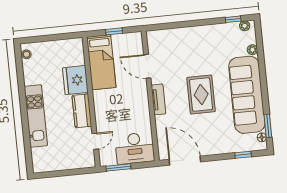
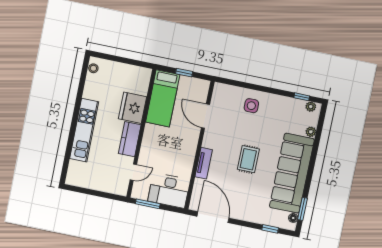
side table: (188, 43) -> (251, 106), added
rug: (201, 95) -> (248, 159), width x0.73, depth x0.70
tv unit: (158, 99) -> (204, 163), moved

